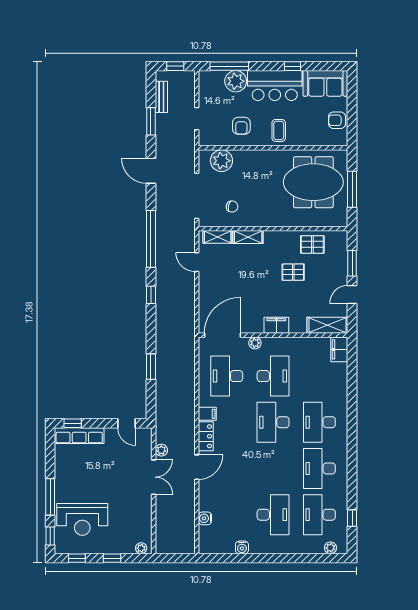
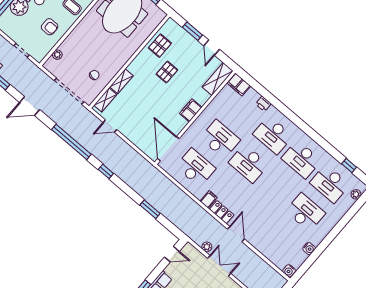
plant: (221, 161) -> (57, 55), width x0.53, depth x0.53
plant: (255, 343) -> (190, 133), removed
desk: (227, 376) -> (196, 168), turned 180
printer: (341, 388) -> (263, 104), added
water cooler: (205, 518) -> (289, 271), moved

